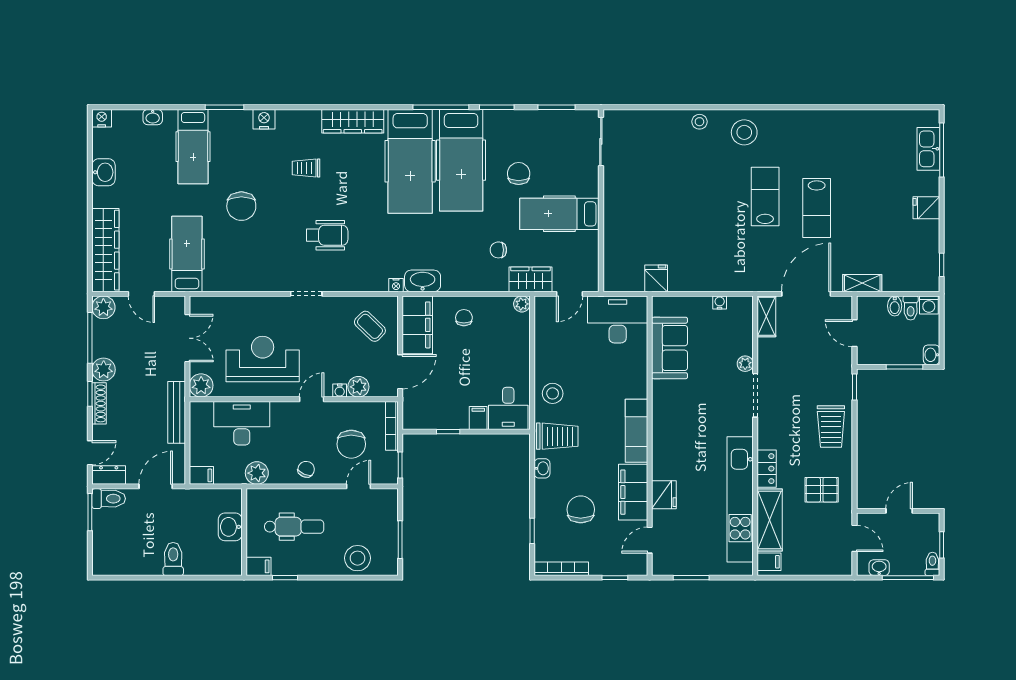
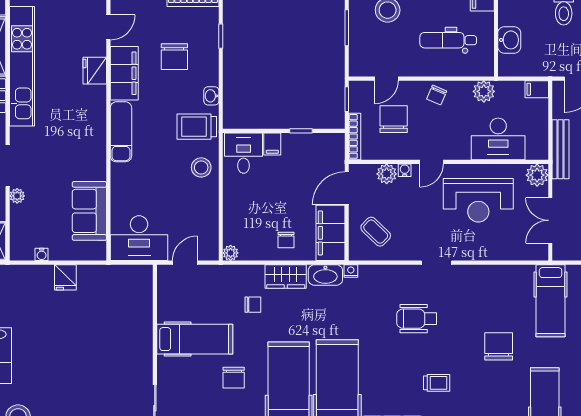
fridge: (656, 278) -> (65, 277), moved
wardrobe: (530, 279) -> (286, 276), moved

